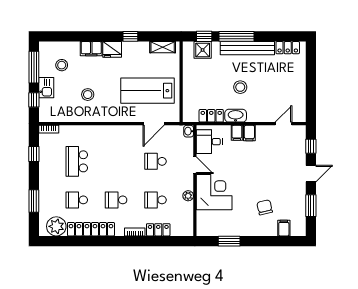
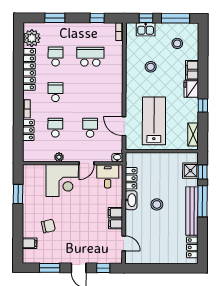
kitchen sink: (46, 88) -> (146, 29), moved
filing cabinet: (237, 133) -> (116, 224), moved

